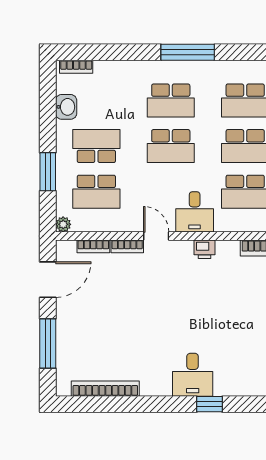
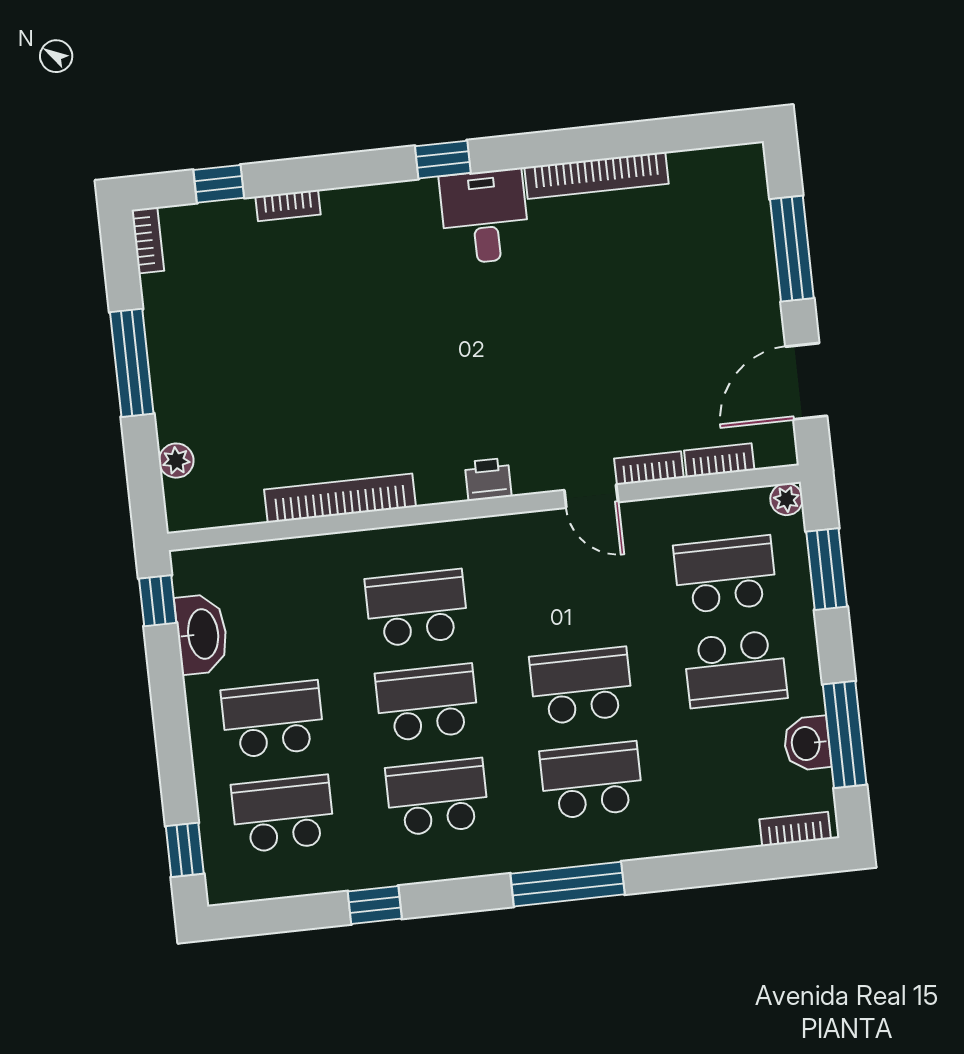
window: (48, 109) -> (845, 735), added
window: (48, 172) -> (827, 569), moved
desk: (195, 212) -> (517, 555), removed
bookcase: (105, 389) -> (597, 175), moved

